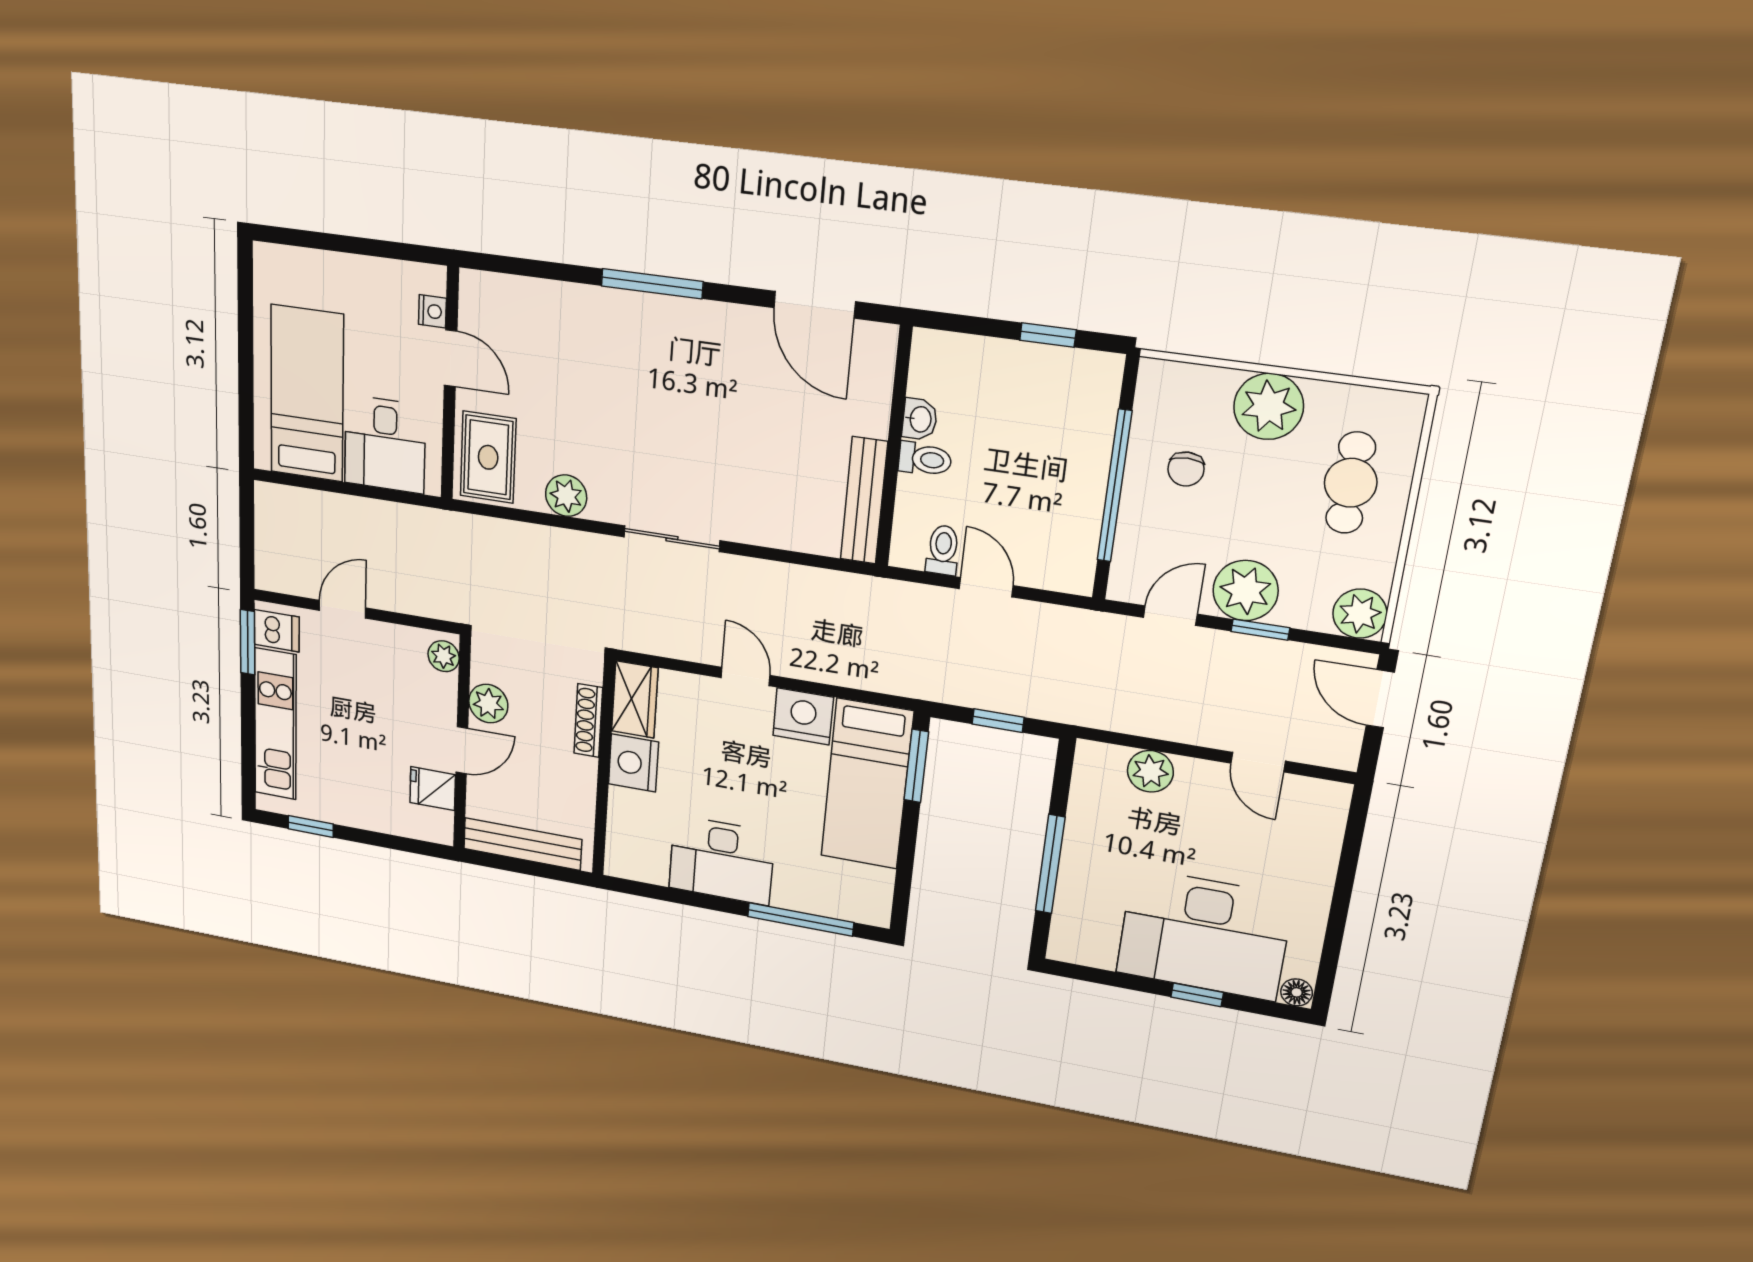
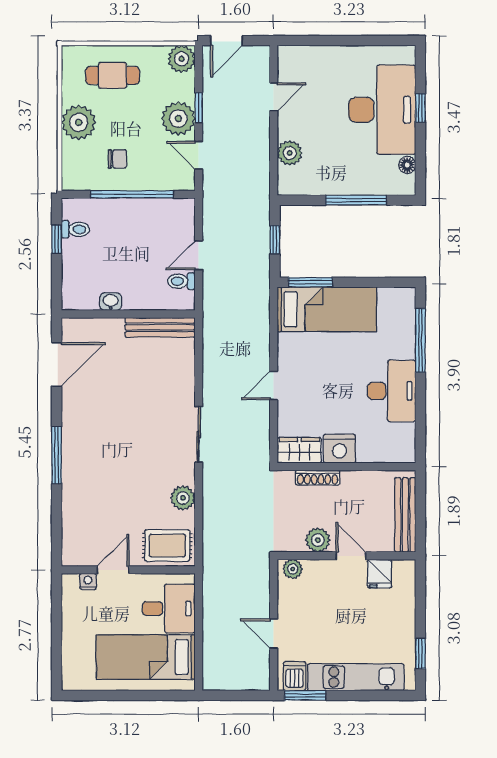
toilet: (925, 459) -> (75, 229), moved, turned 90
nightstand: (803, 716) -> (292, 350), removed
floor lamp: (1297, 992) -> (407, 165), moved

